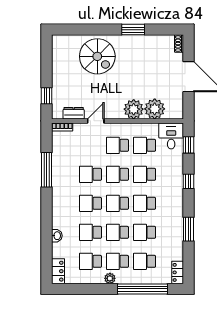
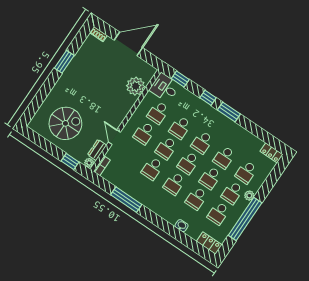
spiral stairs: (97, 56) -> (65, 123), moved
plant: (134, 109) -> (89, 163), moved, width x0.53, depth x0.53
window: (188, 229) -> (229, 112), moved
plant: (110, 278) -> (249, 196), moved
window: (142, 289) -> (245, 219), moved

